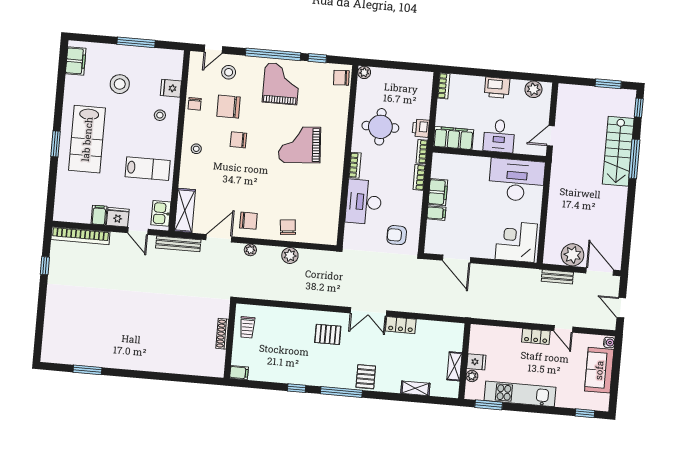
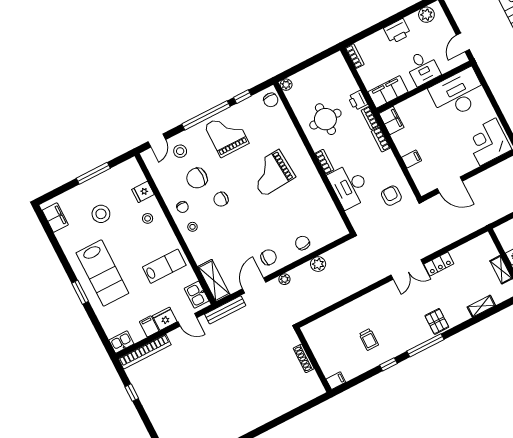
chair: (341, 78) -> (271, 100), turned -87
chair: (195, 104) -> (183, 207), moved
filing cabinet: (438, 192) -> (391, 120), moved
kitchen sink: (65, 213) -> (121, 342), added
armchair: (397, 235) -> (391, 196), turned 90
trolley: (247, 327) -> (369, 339), moved
pallet: (328, 334) -> (386, 307), removed

